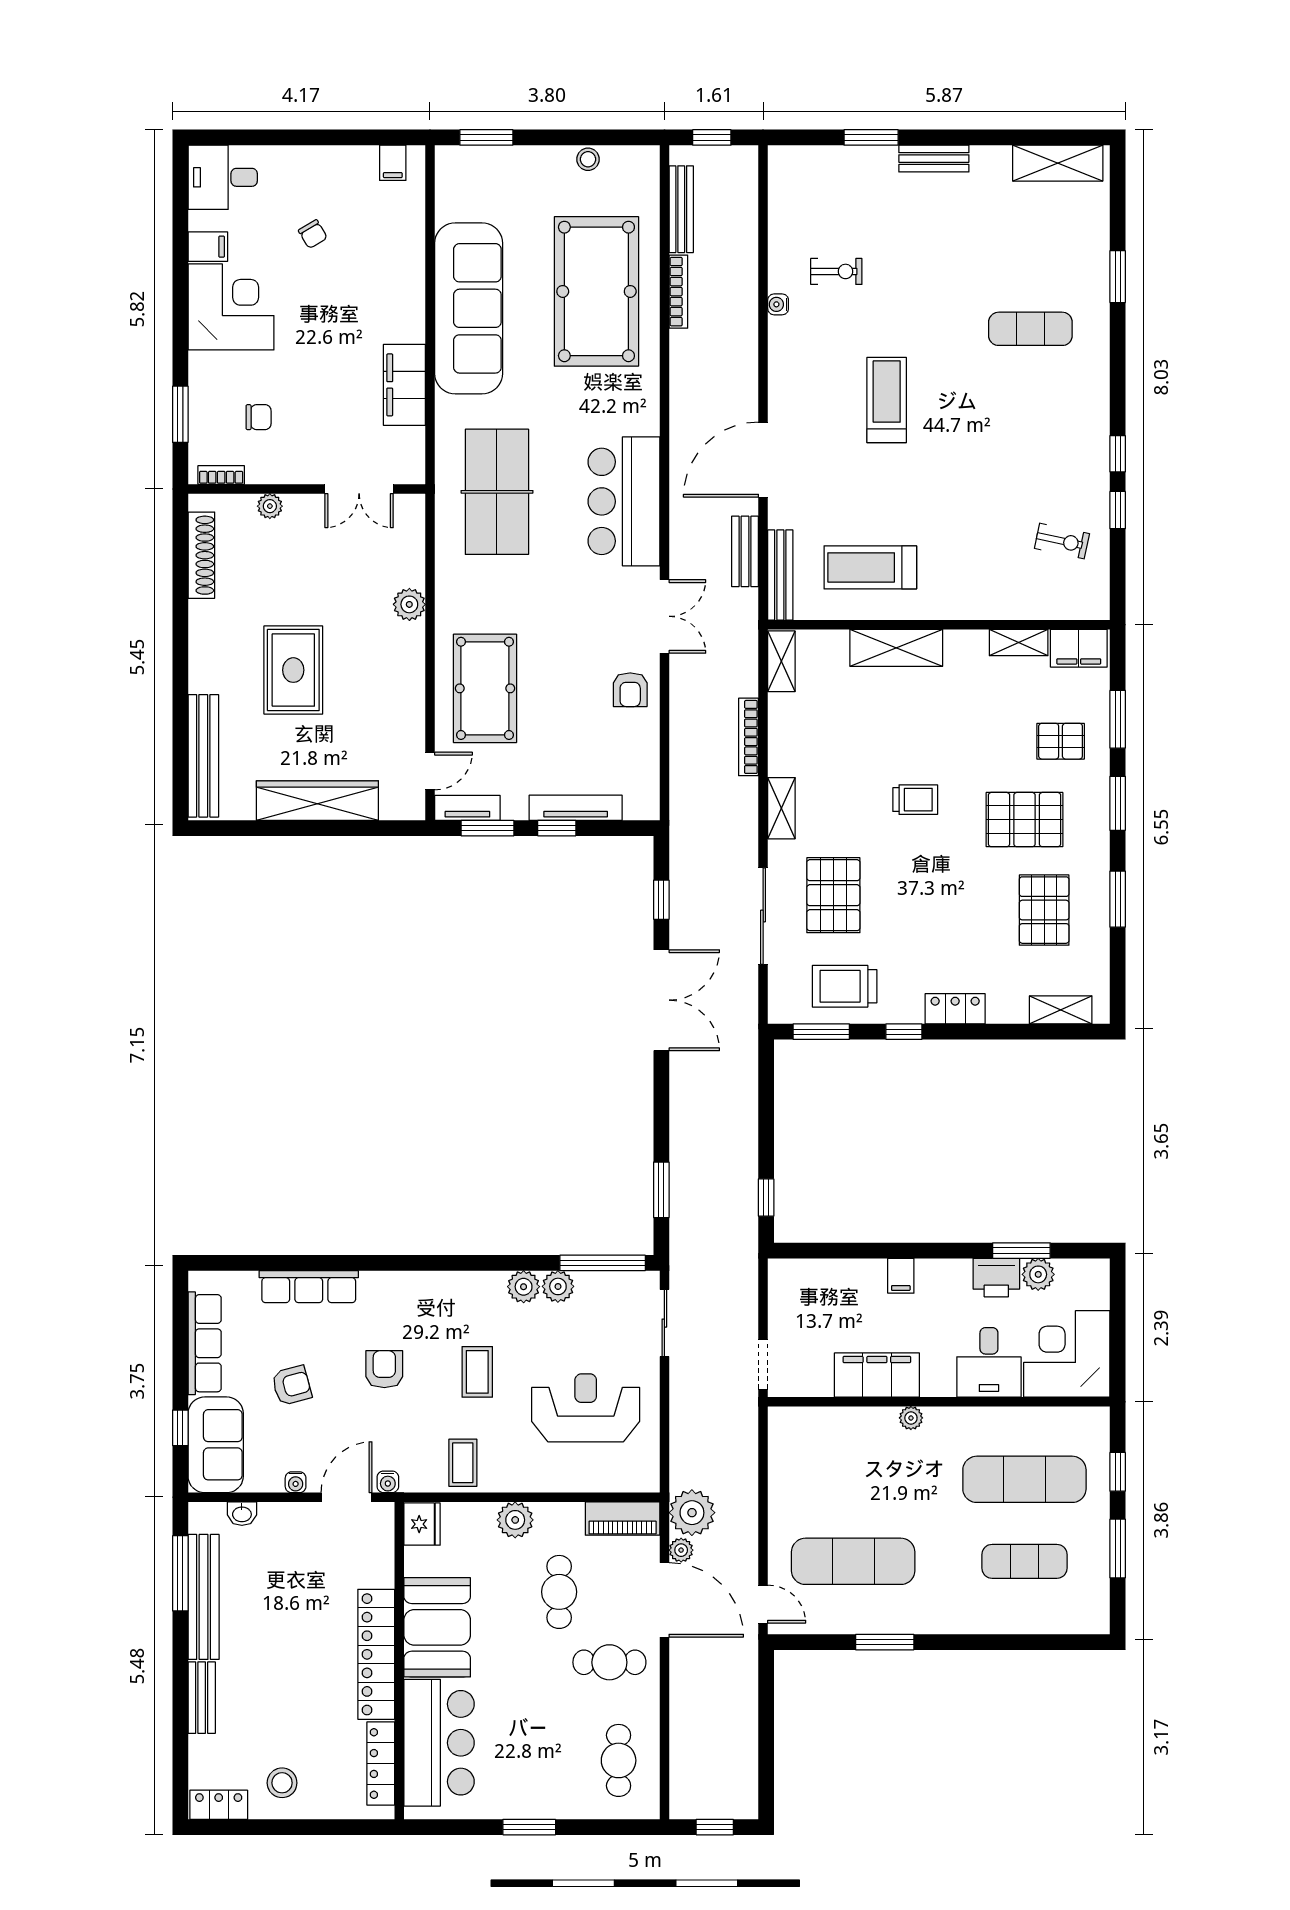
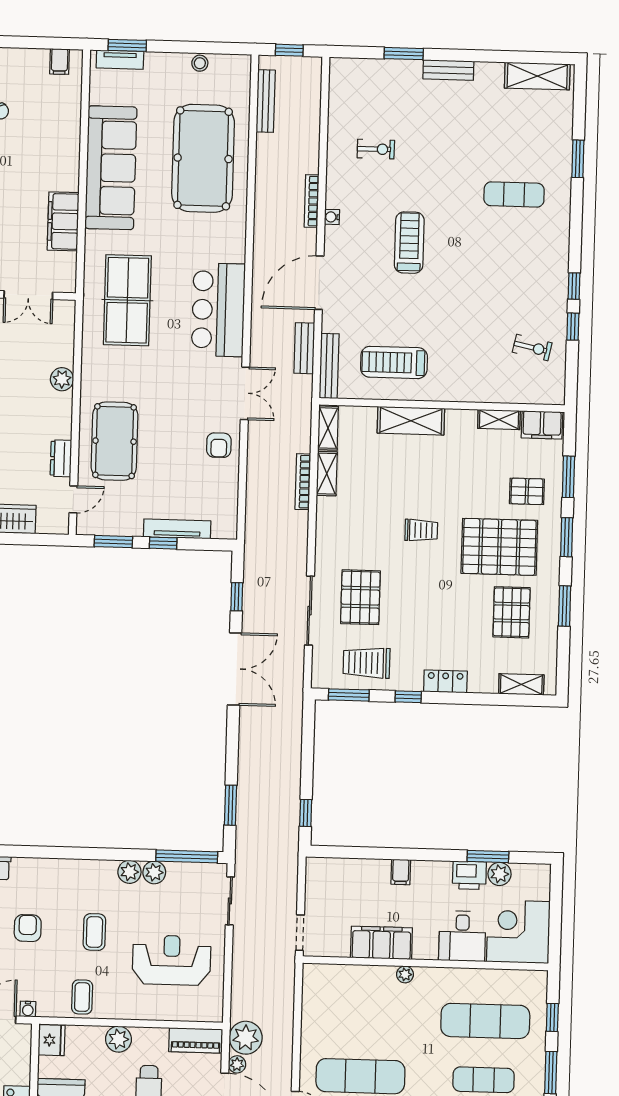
bookcase: (678, 292) -> (312, 201), moved, turned 180
water cooler: (778, 304) -> (332, 217), moved
dresser: (411, 715) -> (61, 458), added
tv unit: (467, 808) -> (120, 60), moved, turned 180
shelving: (781, 808) -> (327, 474), moved
pallet: (1025, 820) -> (499, 547), width x1.37, depth x1.41

